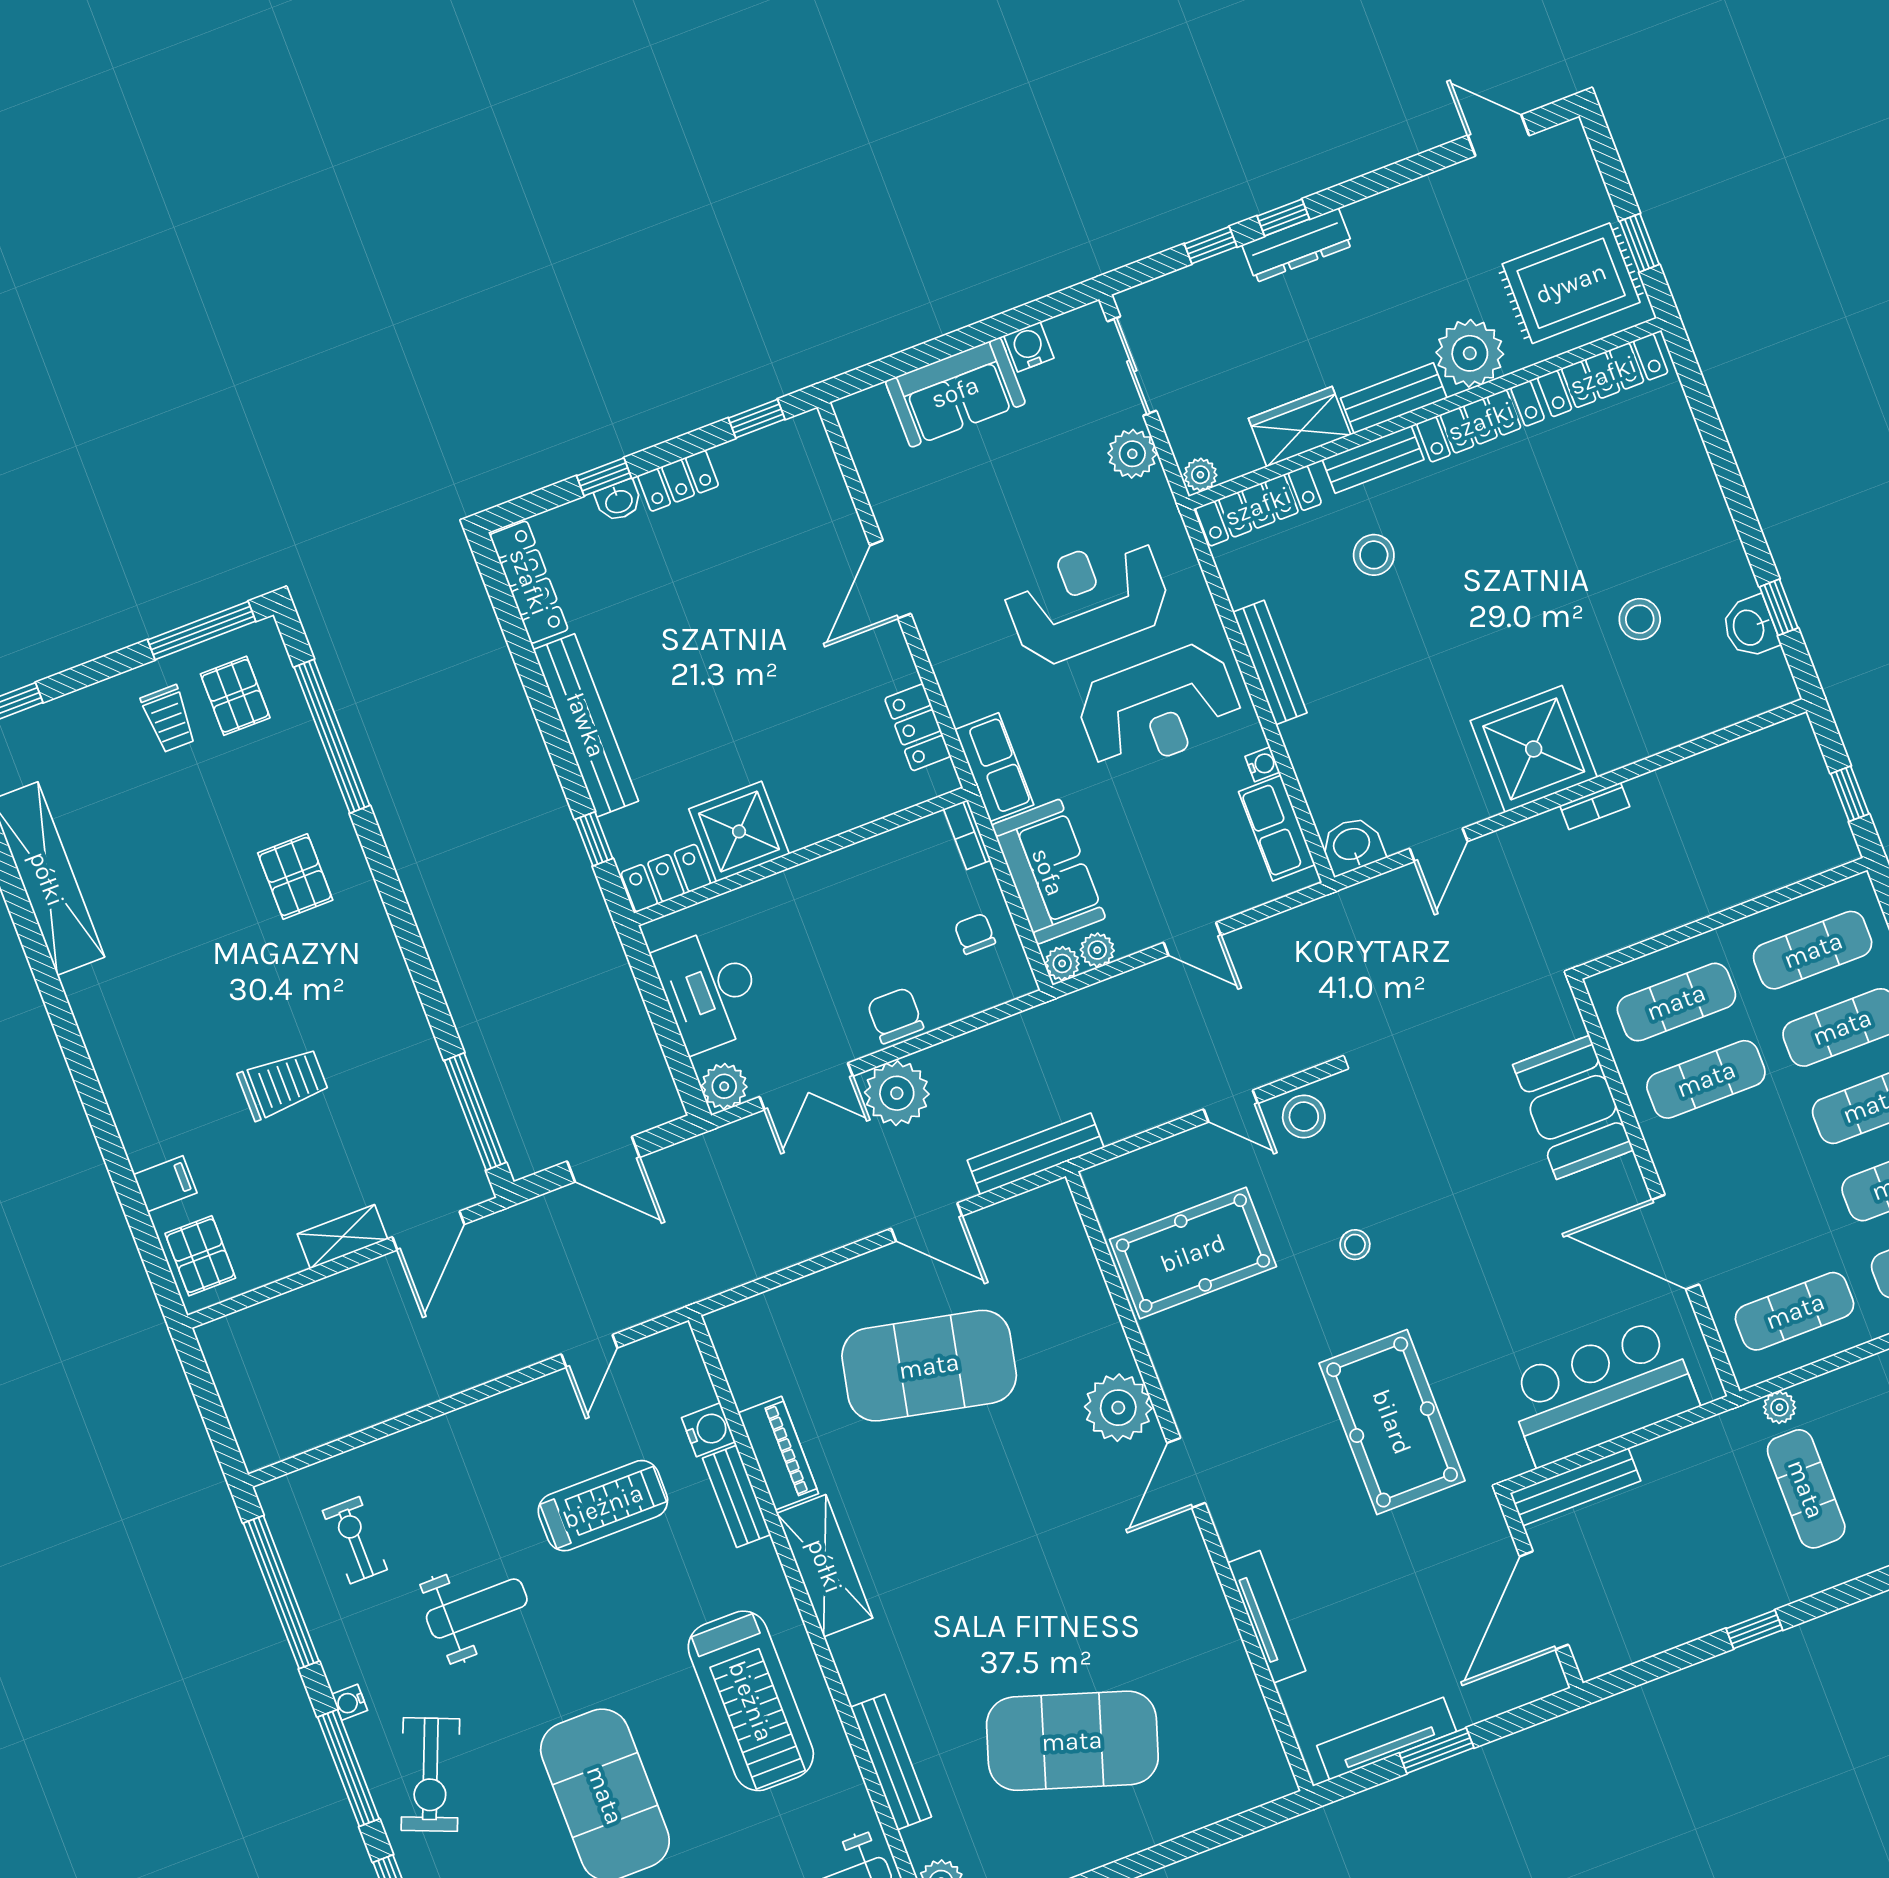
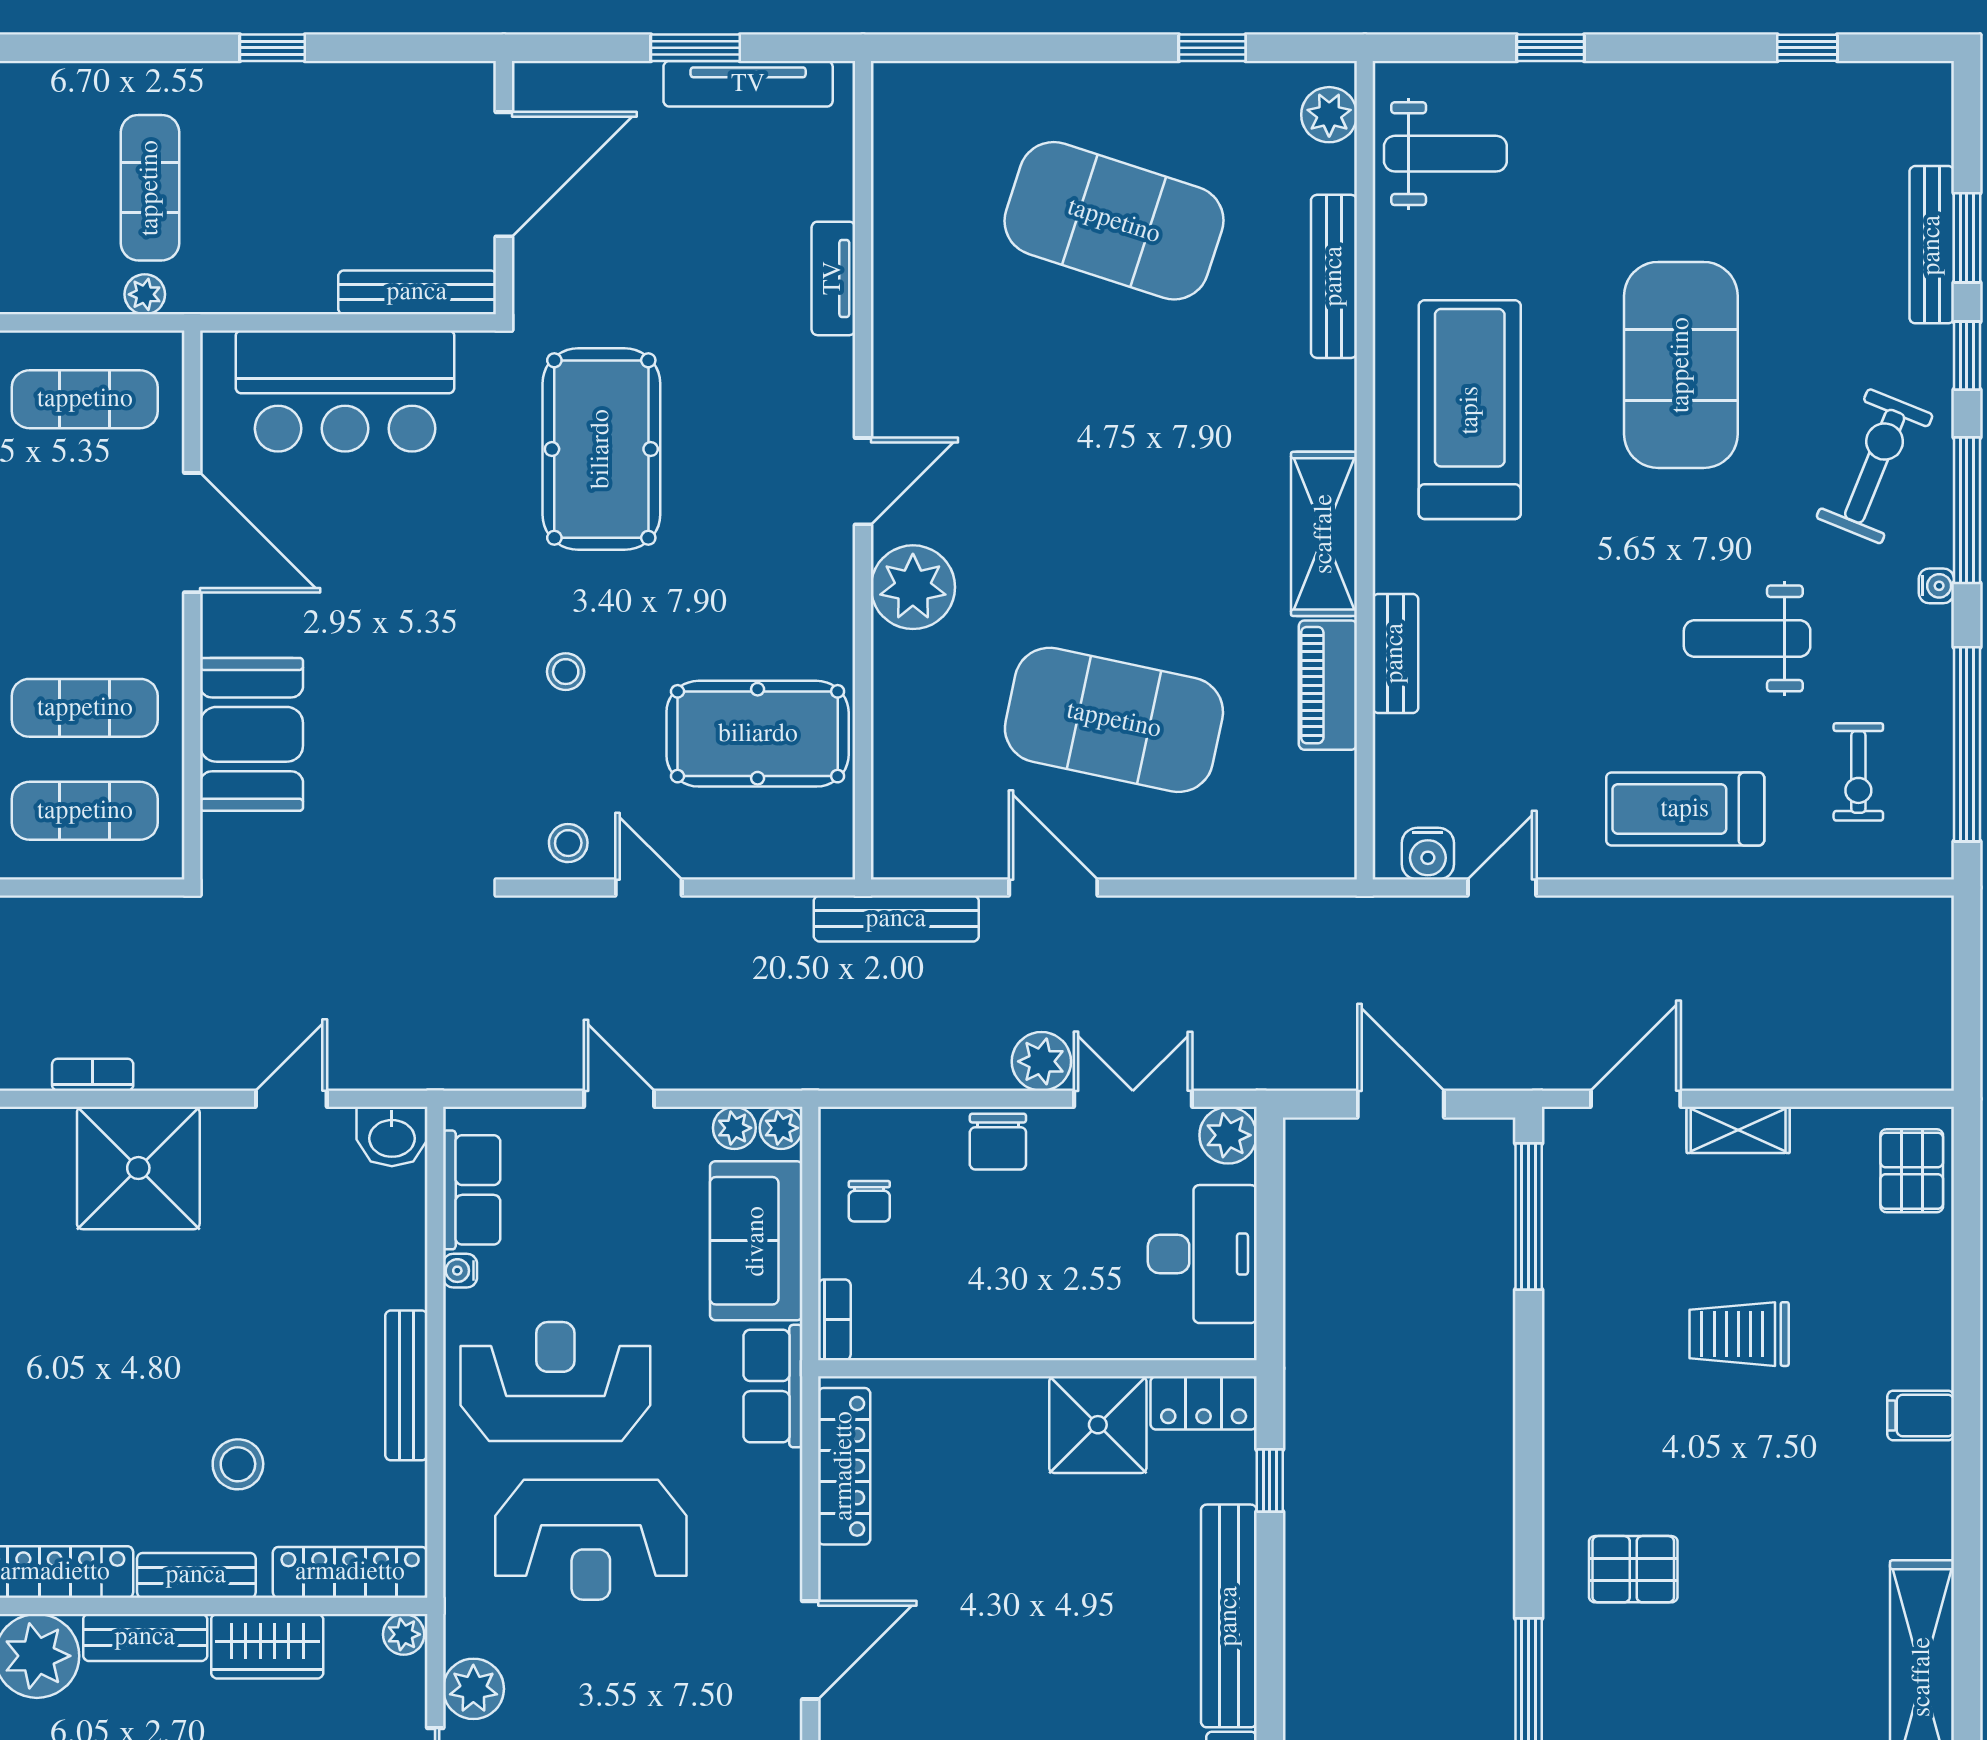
locker: (918, 727) -> (844, 1466), width x1.53
pallet: (295, 876) -> (1633, 1569), turned 90
plant: (897, 1093) -> (1041, 1061), width x0.73, depth x0.73
stool: (1304, 1117) -> (568, 843), width x0.73, depth x0.73
filing cabinet: (165, 1184) -> (1921, 1415), moved
water cooler: (708, 1430) -> (1428, 854), moved, turned -90
treadmill: (603, 1506) -> (1685, 809), moved
tv unit: (1267, 1617) -> (833, 278), width x0.71

